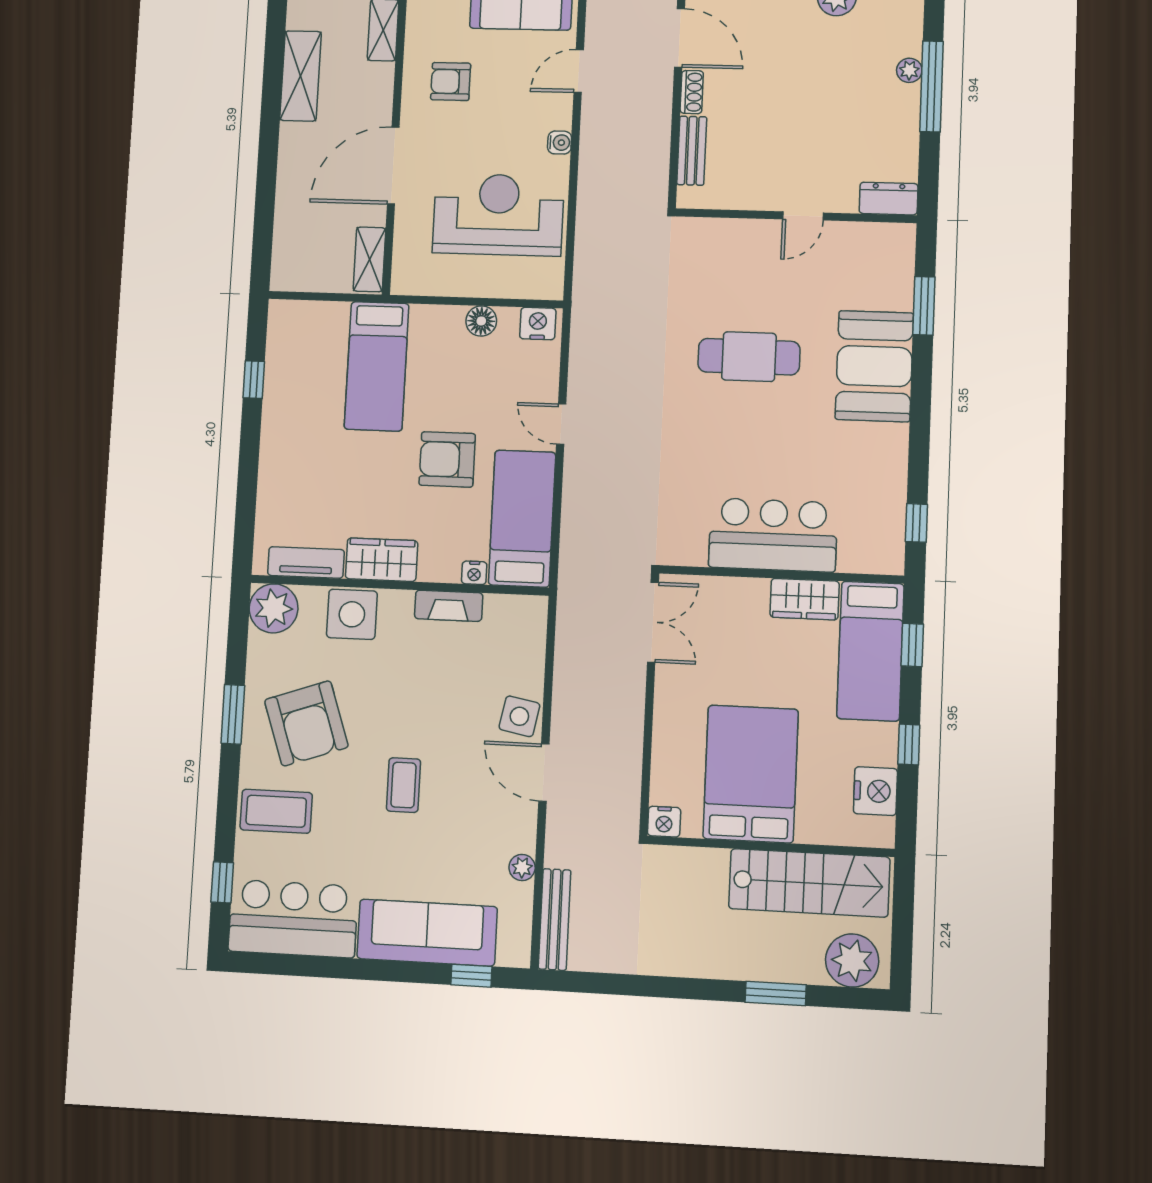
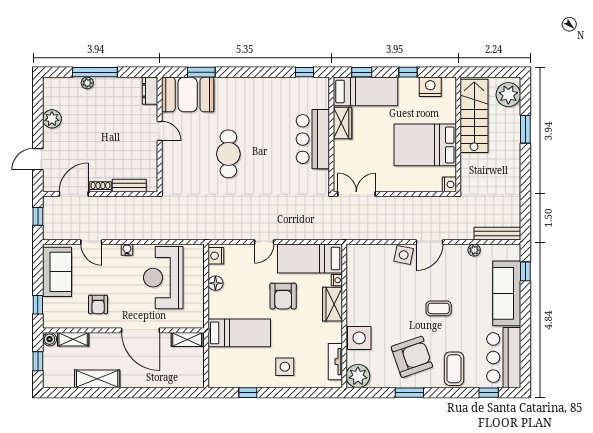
booth: (874, 366) -> (188, 94), moved
side table: (302, 458) -> (285, 367), added
wardrobe: (382, 560) -> (332, 304), moved
fireplace: (449, 606) -> (353, 292), removed

